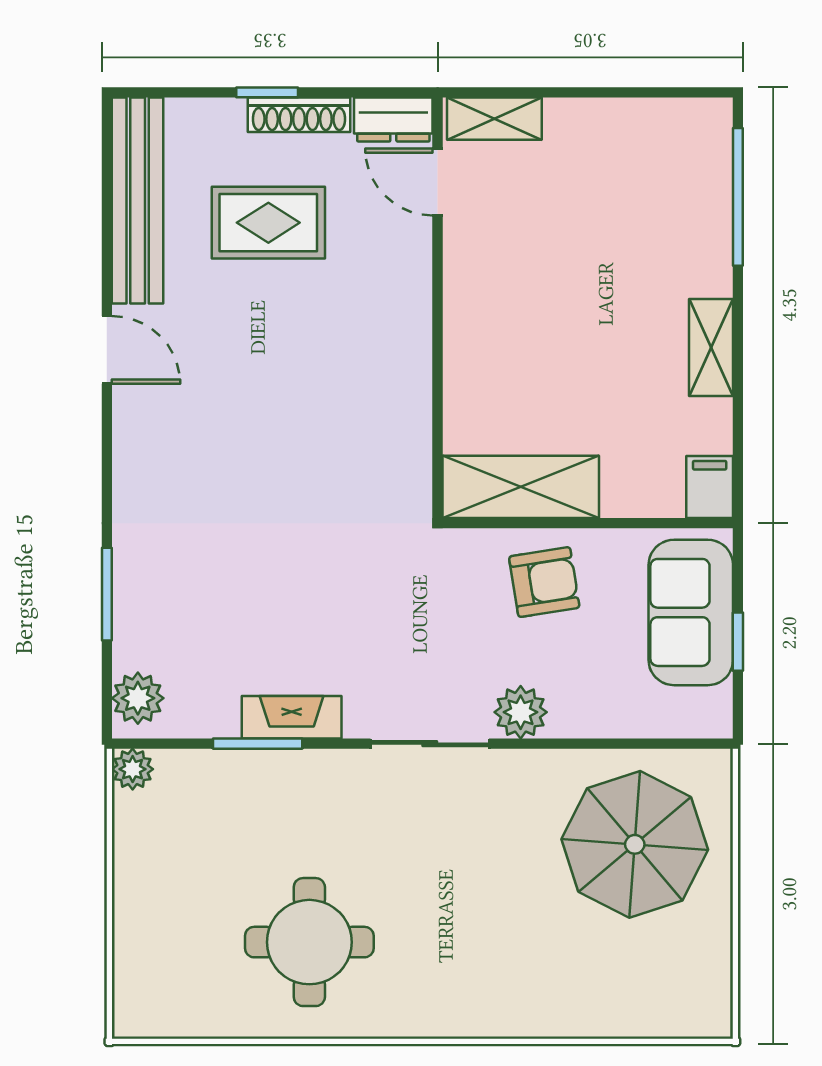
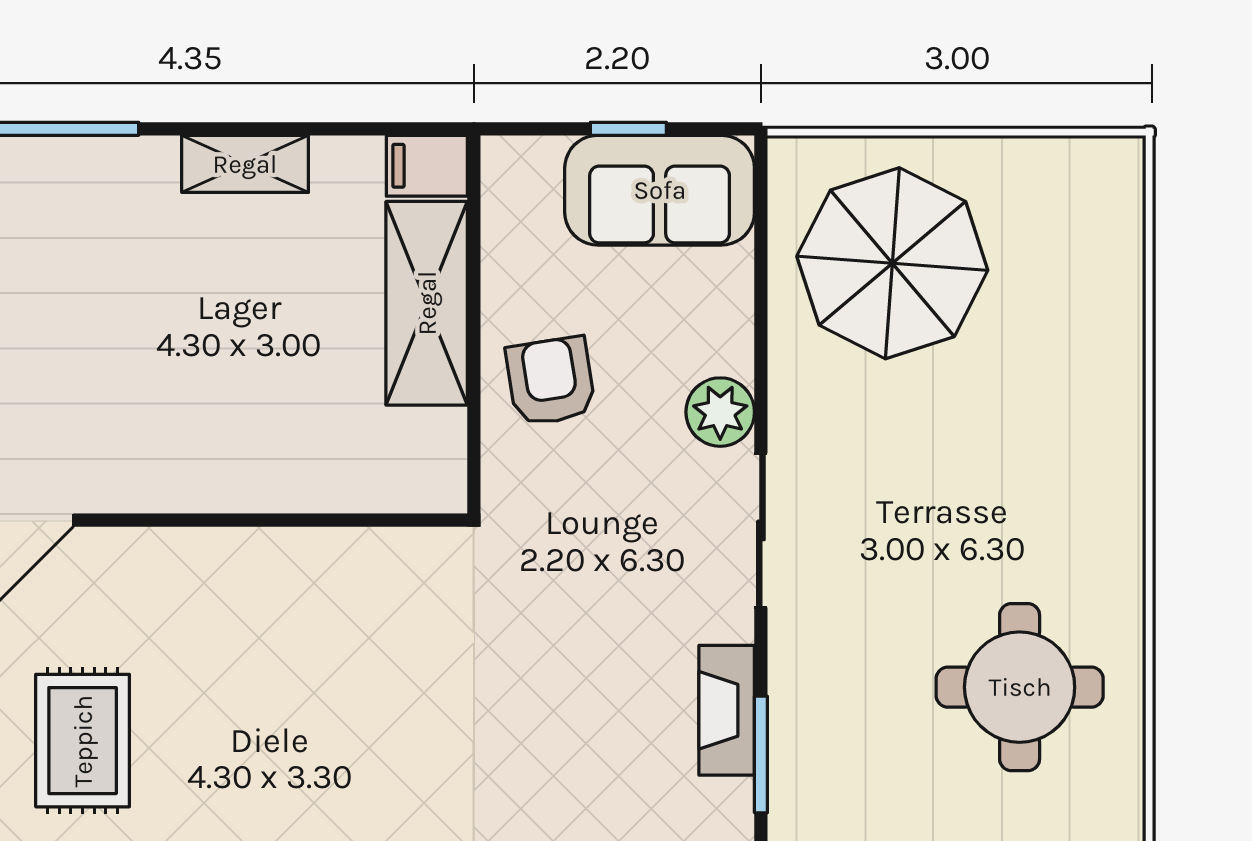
shelving: (521, 487) -> (427, 303), moved
sofa: (691, 612) -> (660, 190), moved

